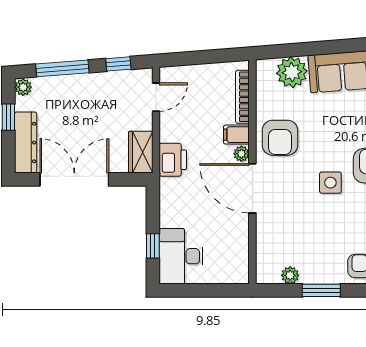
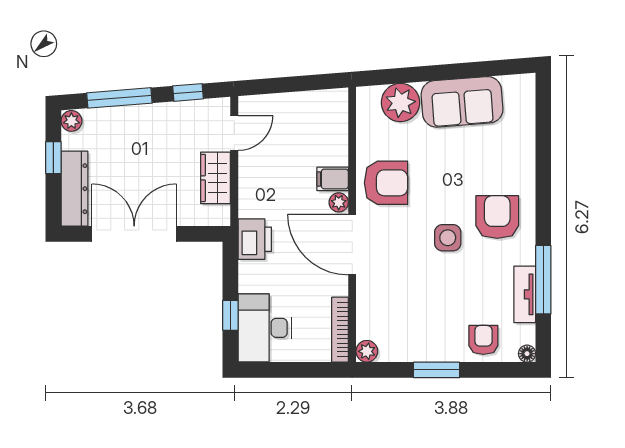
bookcase: (242, 97) -> (340, 330), moved
armchair: (280, 138) -> (386, 183), turned -90
wardrobe: (141, 152) -> (215, 178), moved
printer: (173, 160) -> (255, 239), moved
plant: (290, 275) -> (367, 351), moved

